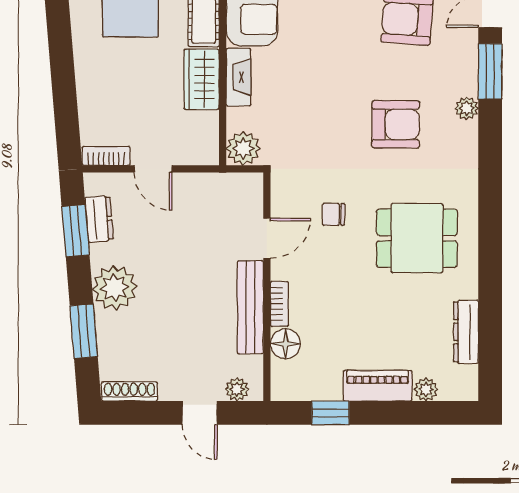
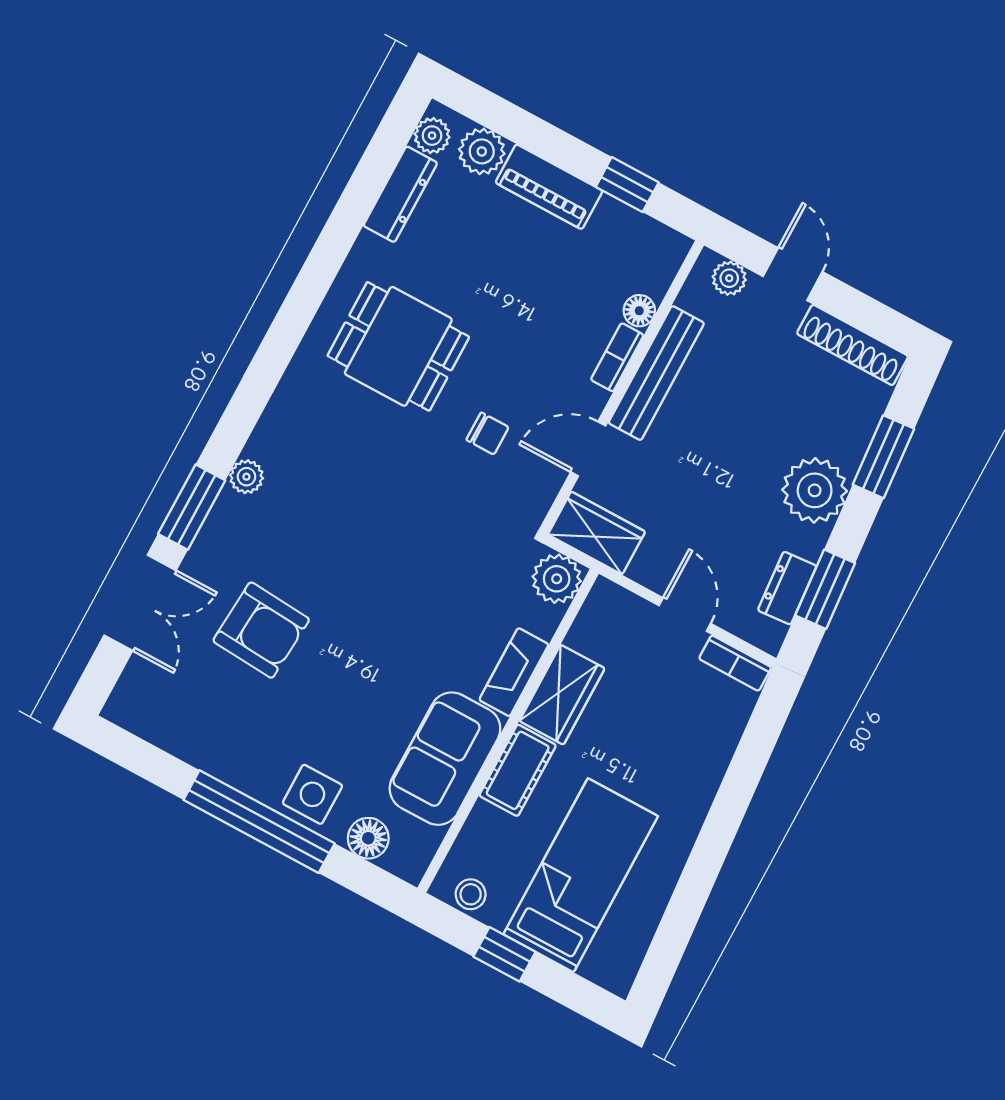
armchair: (396, 124) -> (347, 505), removed
wardrobe: (234, 190) -> (597, 533), added
floor lamp: (285, 344) -> (639, 311), width x0.73, depth x0.73
plant: (466, 378) -> (432, 136), added
plant: (426, 389) -> (482, 151), width x1.38, depth x1.38
shoe rack: (129, 392) -> (853, 345), width x1.36, depth x1.24

